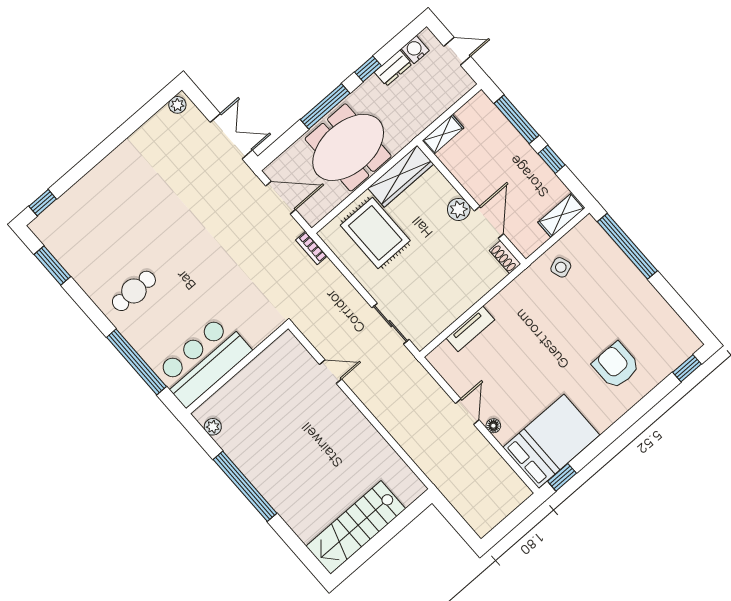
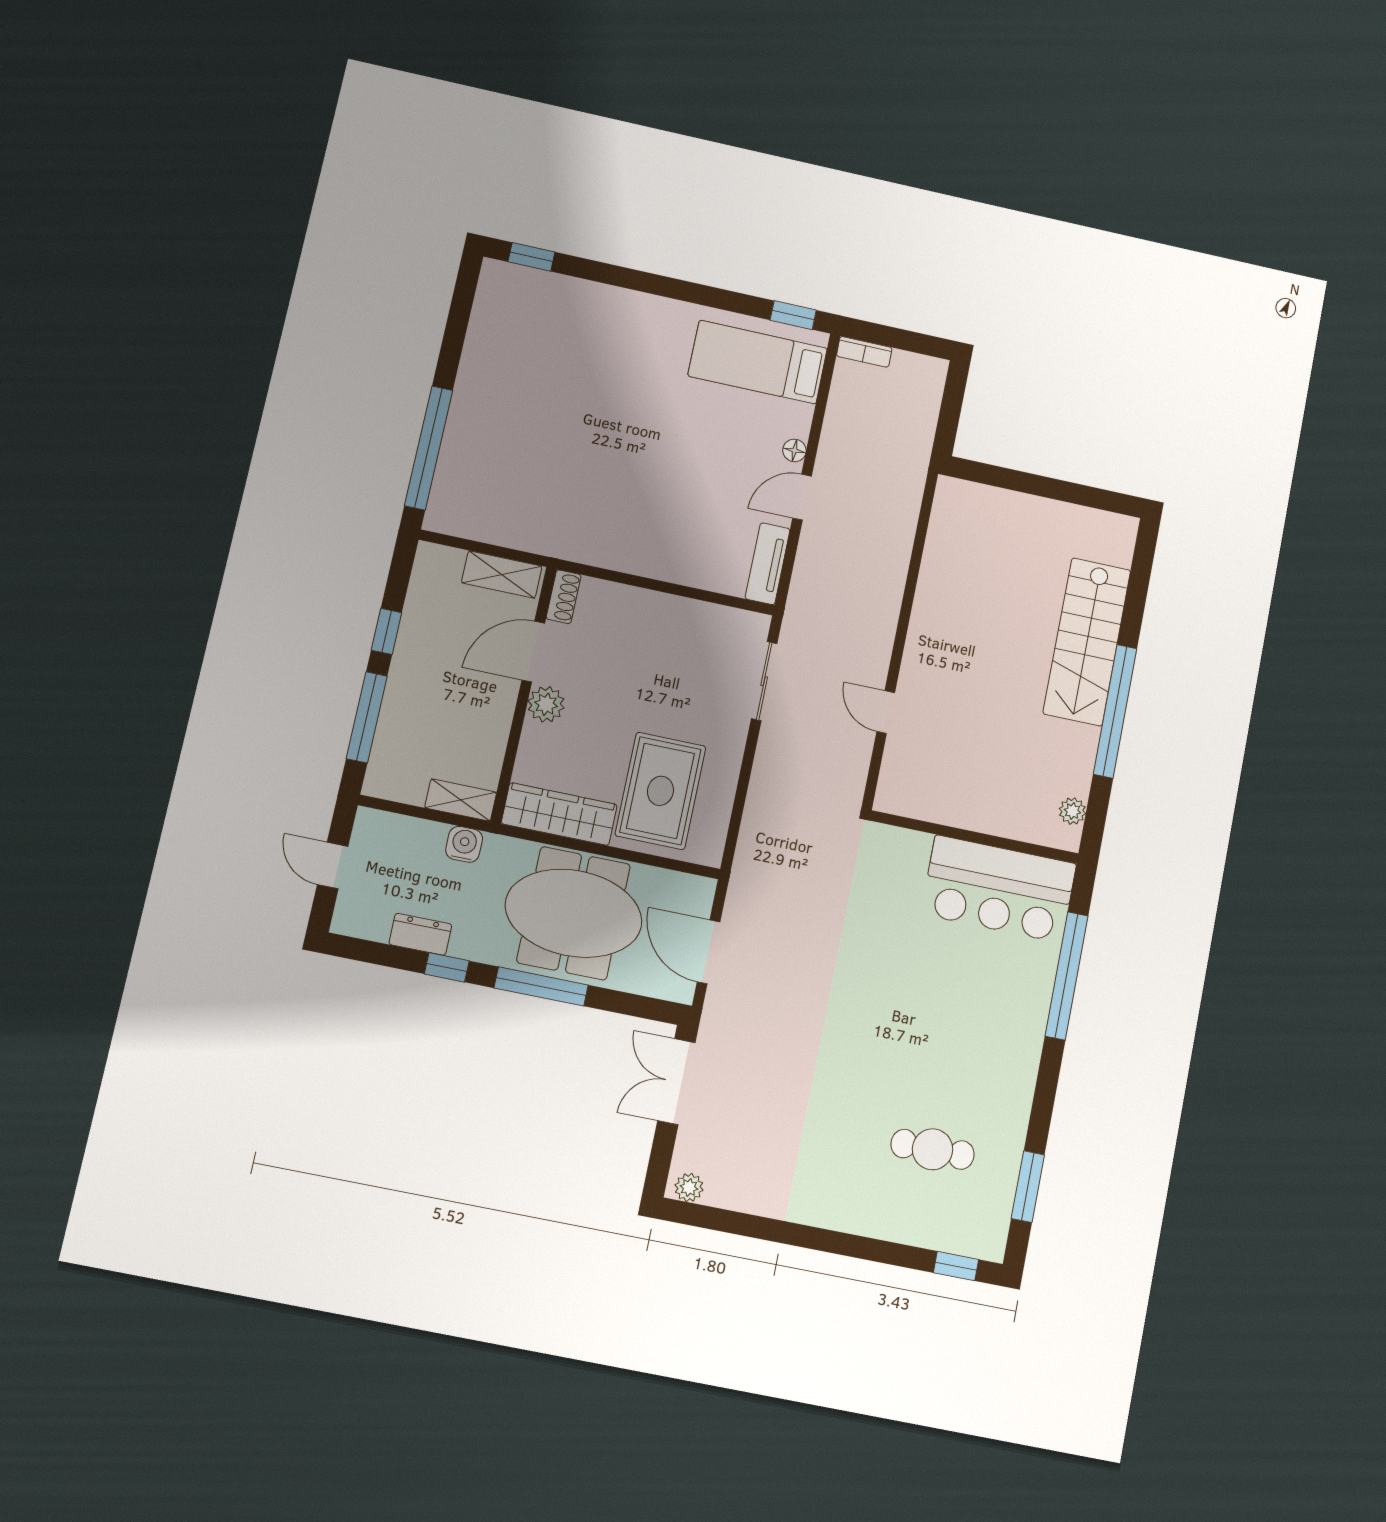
water cooler: (415, 50) -> (464, 844), moved, turned 180
shelving: (562, 215) -> (502, 574), moved
bookcase: (311, 248) -> (864, 352), moved, turned 90
side table: (561, 267) -> (522, 514), removed
cafe table: (134, 291) -> (933, 1149), moved
tv unit: (470, 329) -> (768, 564), moved, turned -90
armchair: (616, 365) -> (597, 350), removed
bed: (551, 441) -> (758, 362), width x0.67
stairs: (356, 527) -> (1087, 642), moved, turned 90

